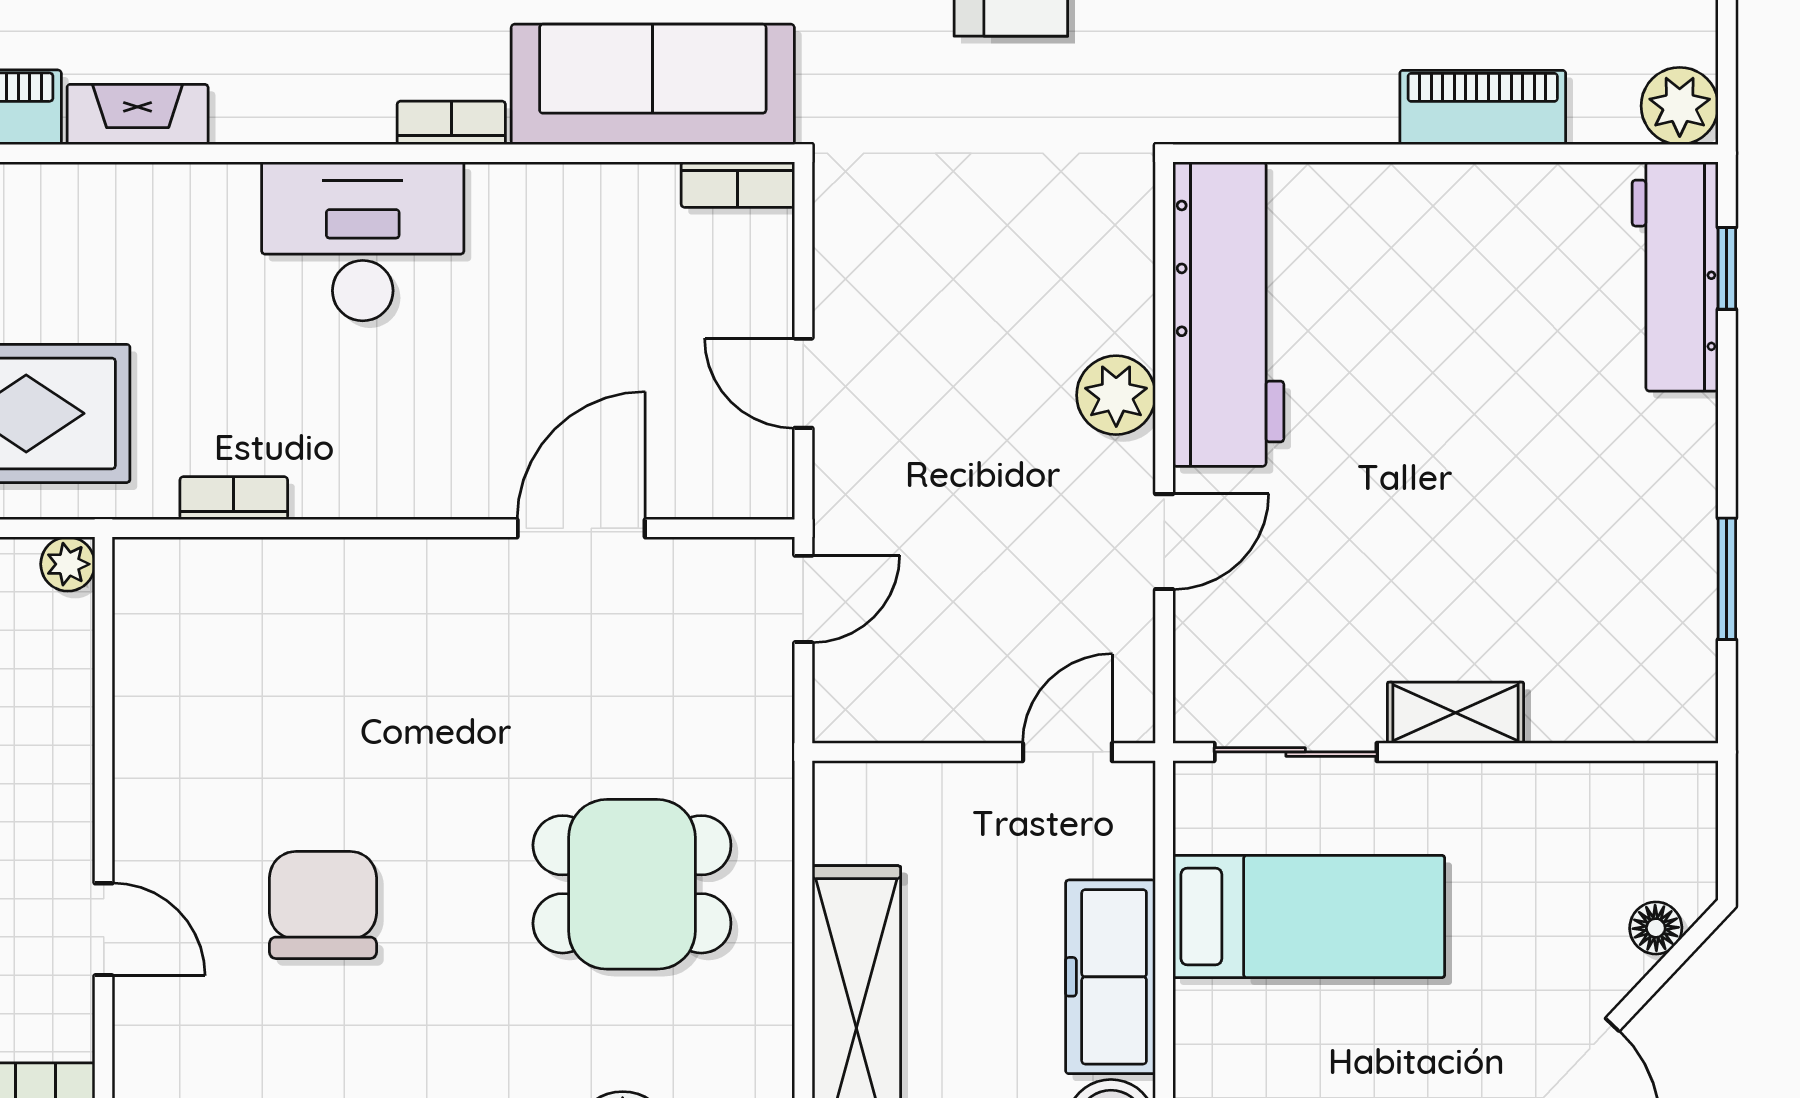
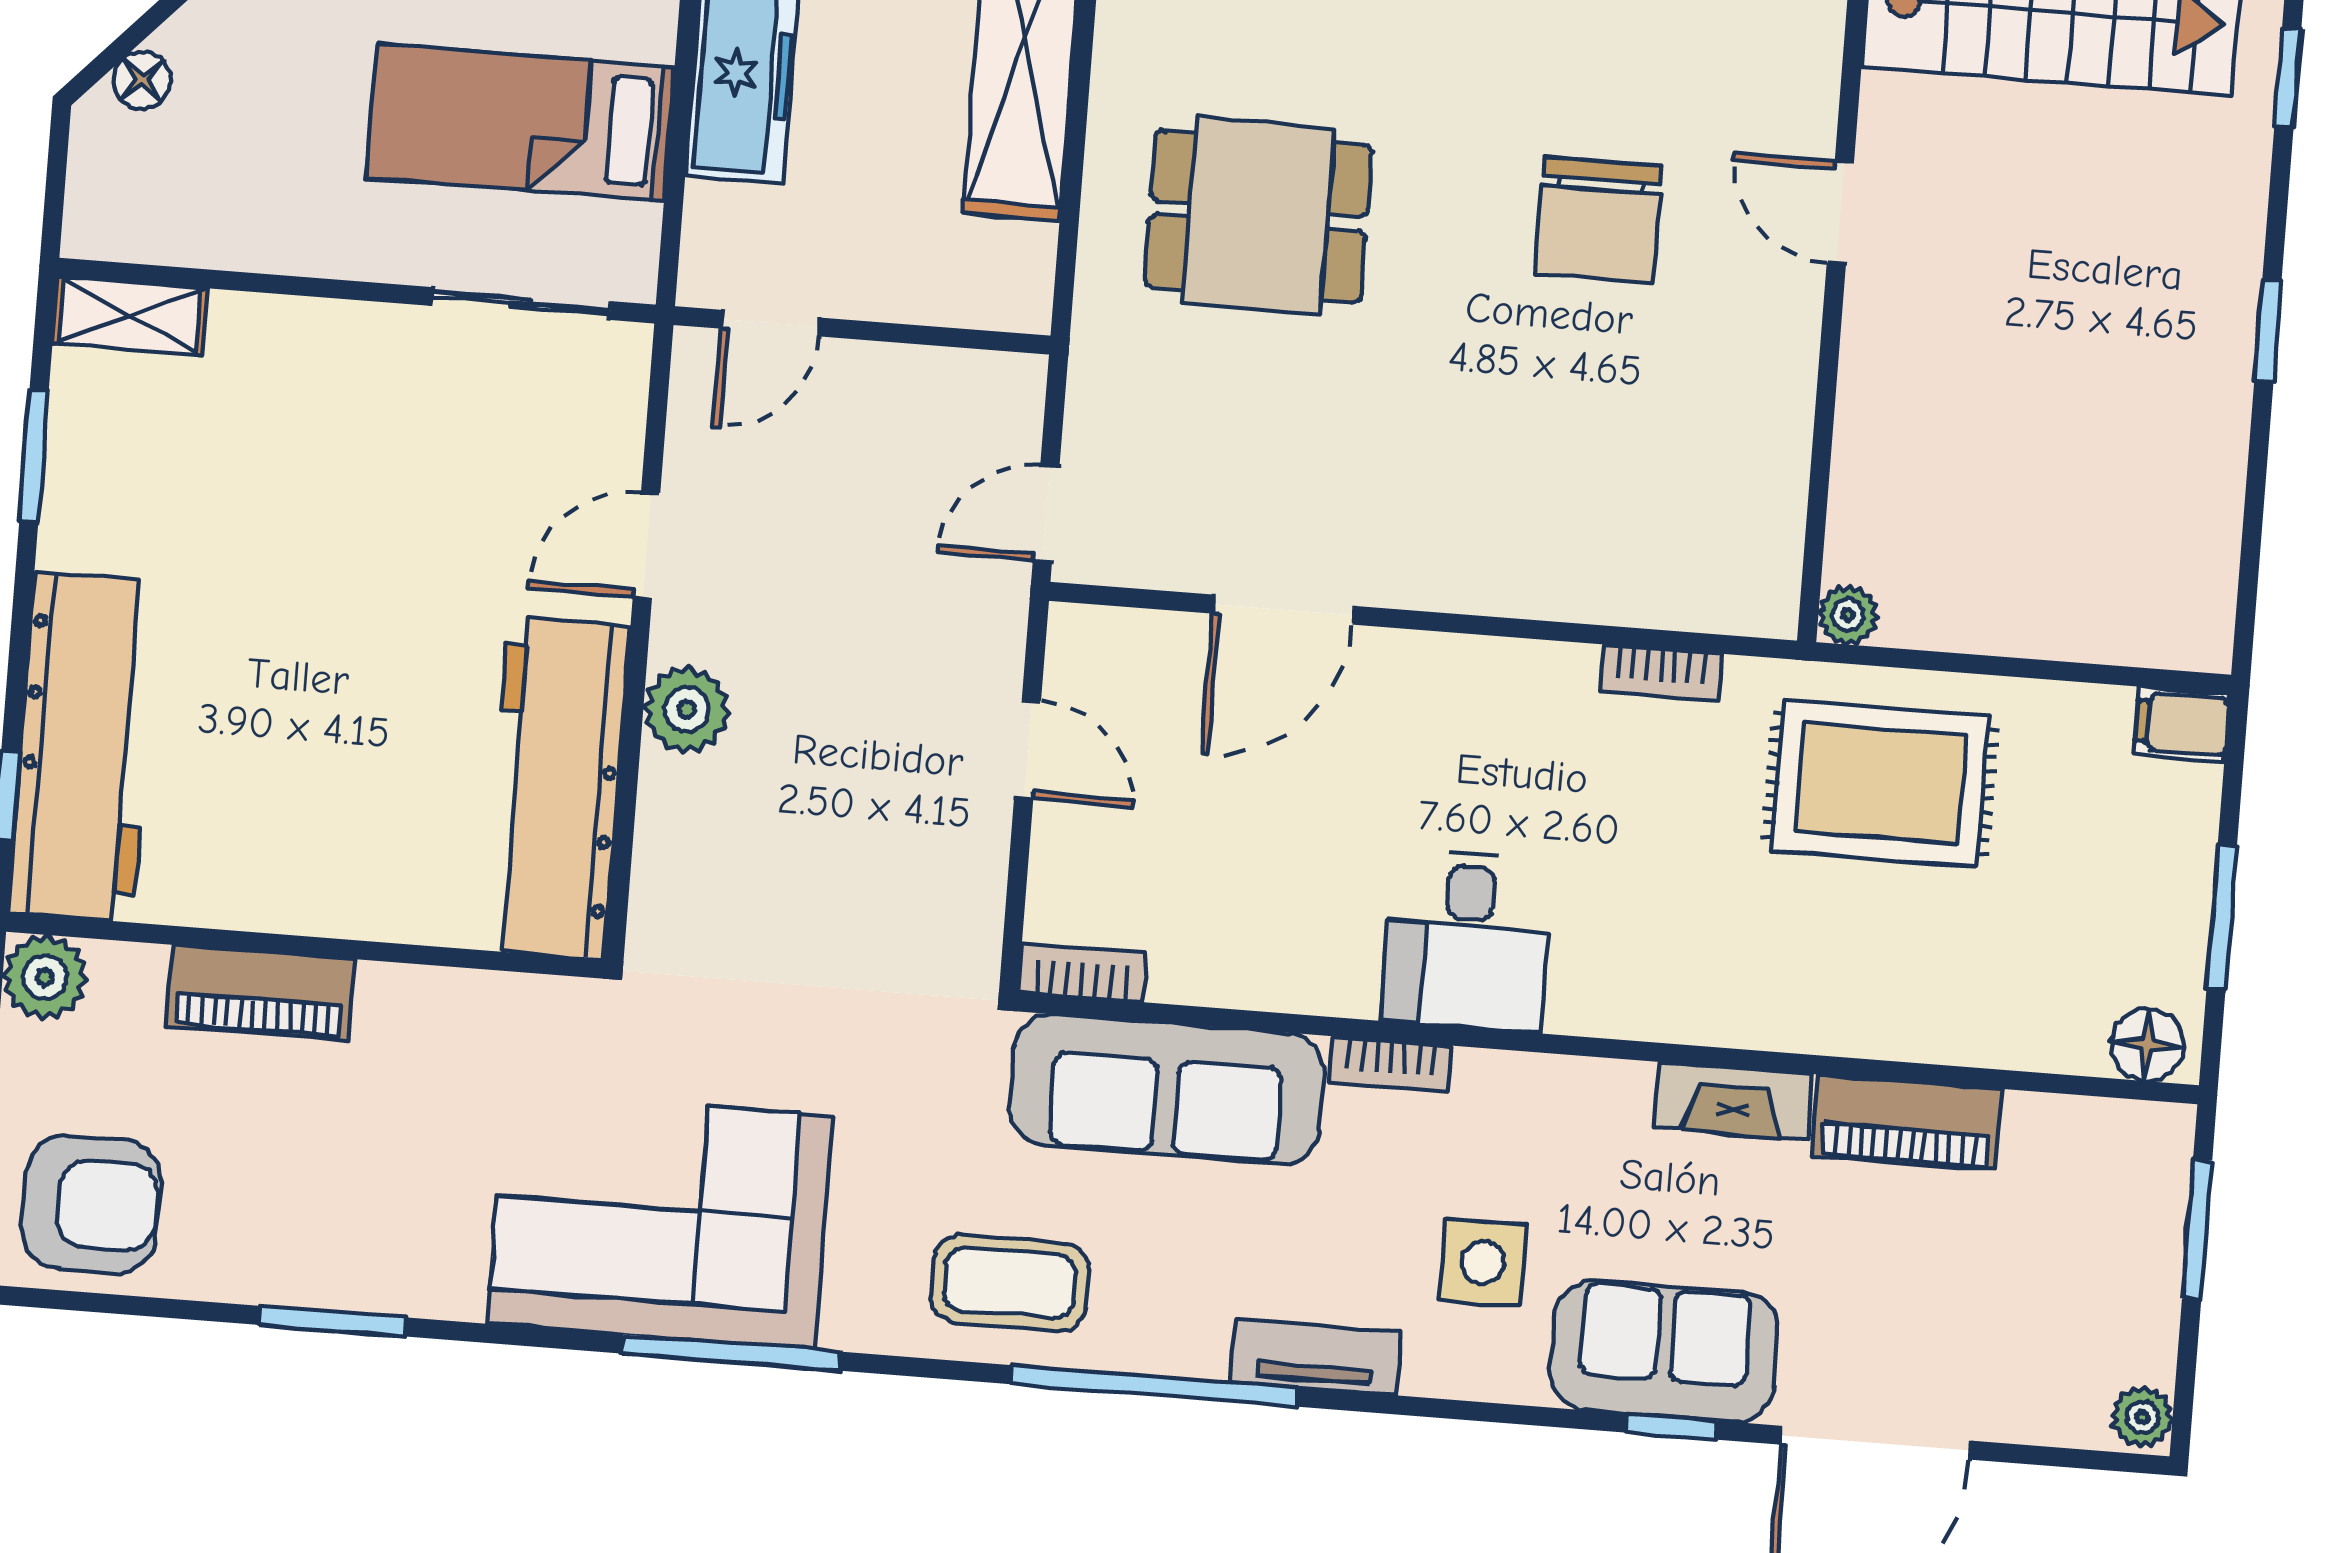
desk: (363, 241) -> (1467, 940), width x0.73
workbench: (1675, 276) -> (83, 747), width x1.36, depth x1.32
shelving: (1456, 713) -> (130, 316), moved

